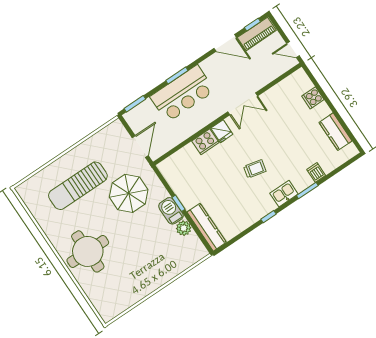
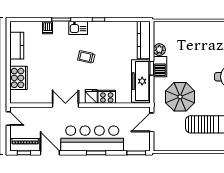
bar counter: (182, 94) -> (92, 139), width x1.36
cooker: (313, 98) -> (19, 78), width x1.87, depth x1.31
freezer: (181, 182) -> (141, 81), added

